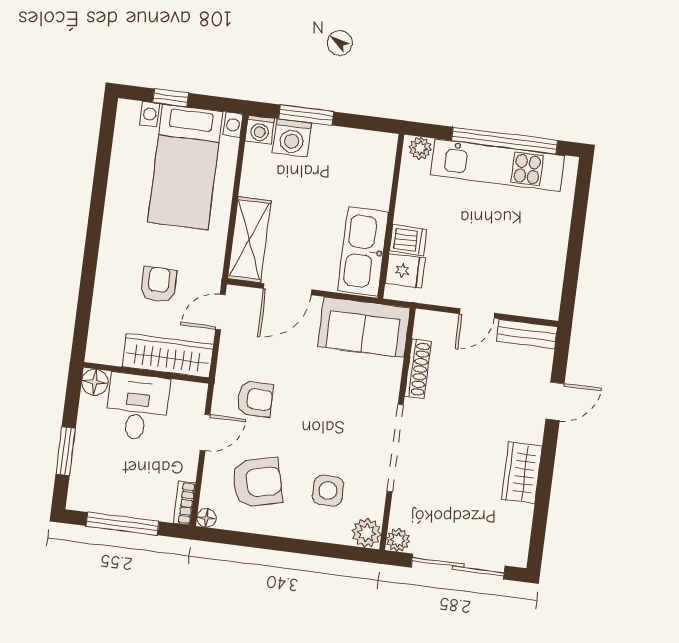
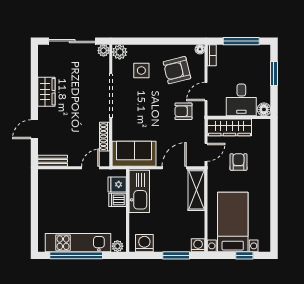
washing machine: (292, 138) -> (144, 243), moved
armchair: (159, 284) -> (238, 162), turned 180
door: (477, 313) -> (90, 168), moved

